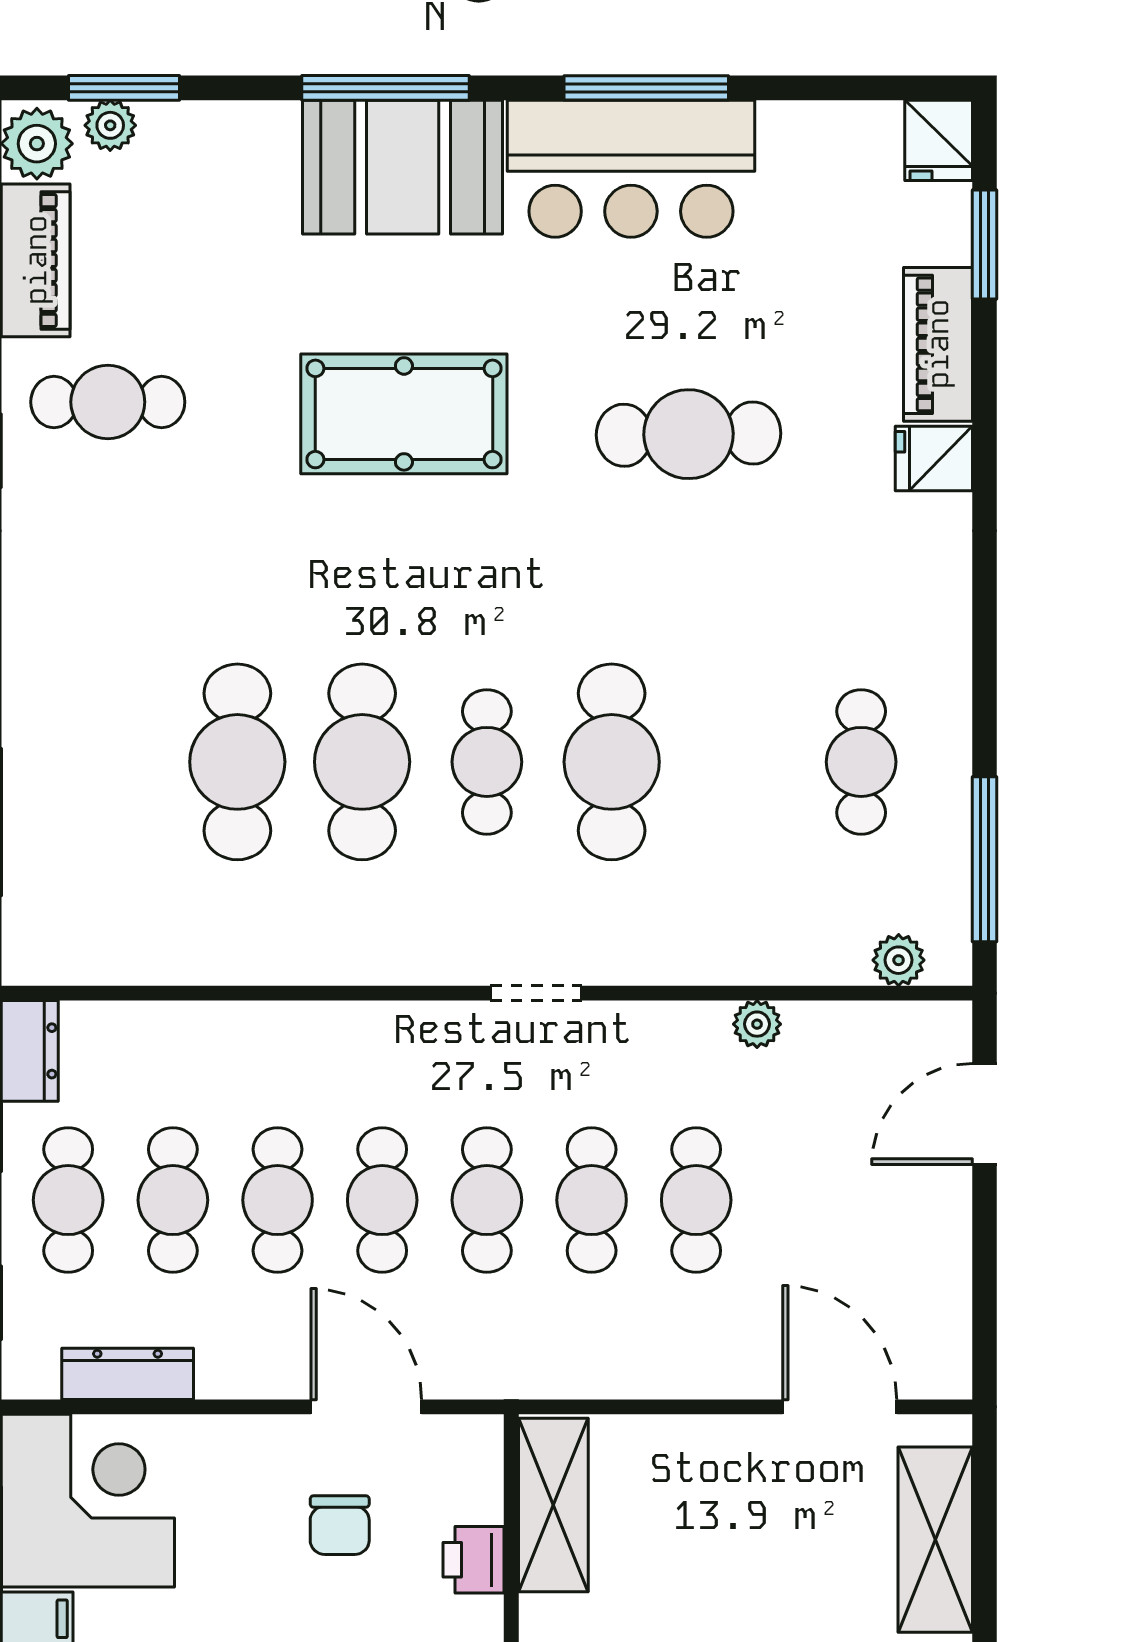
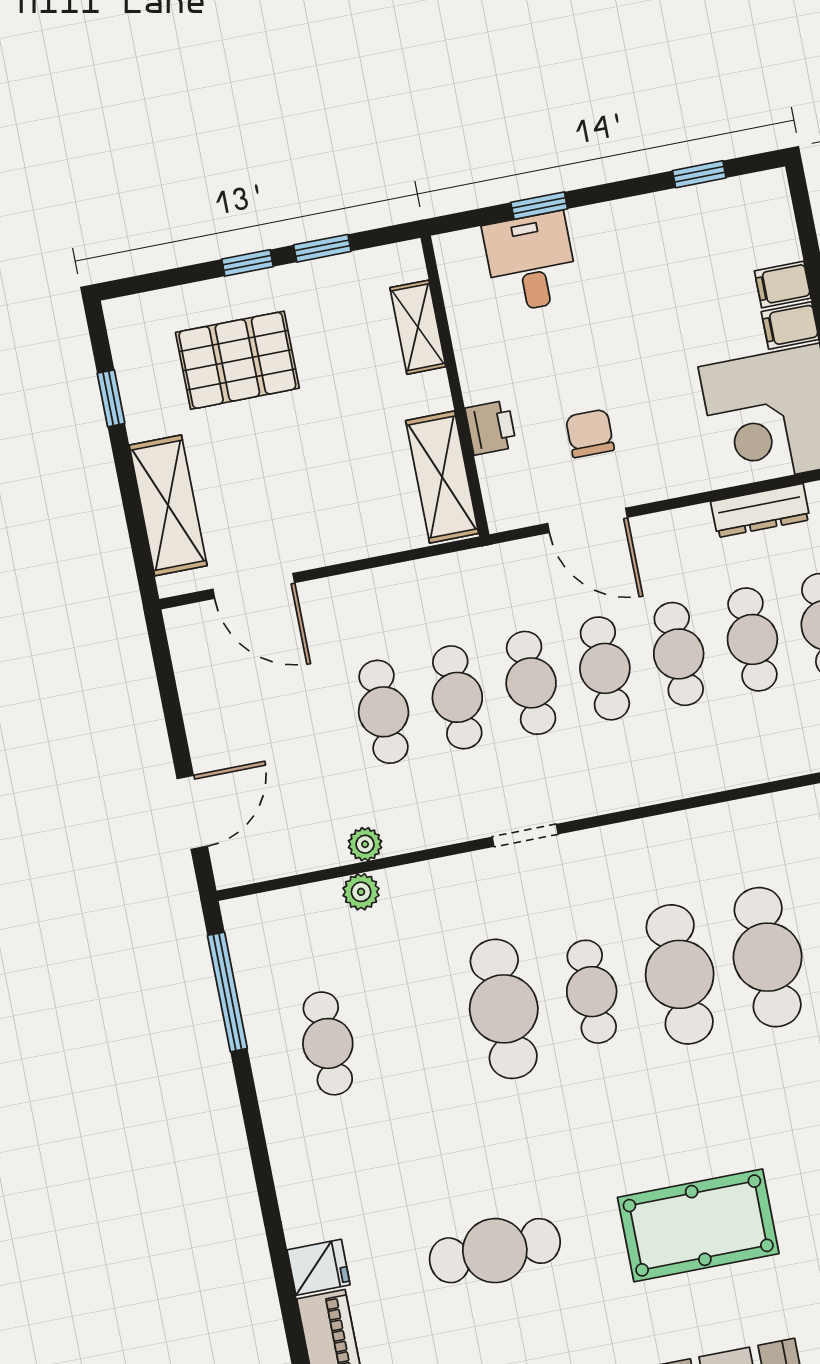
plant: (899, 960) -> (361, 892), moved

